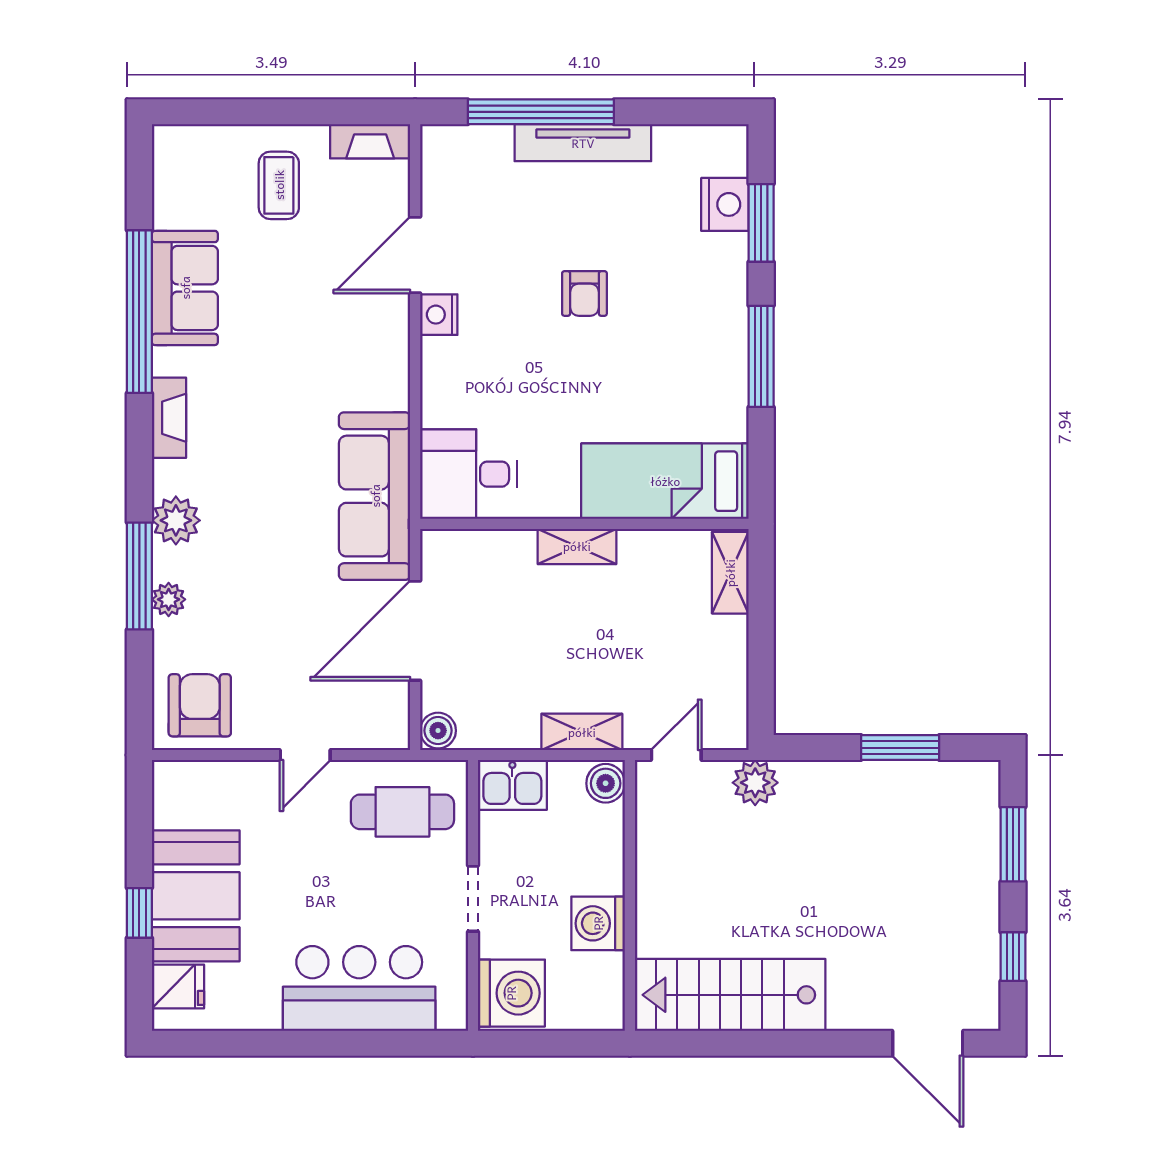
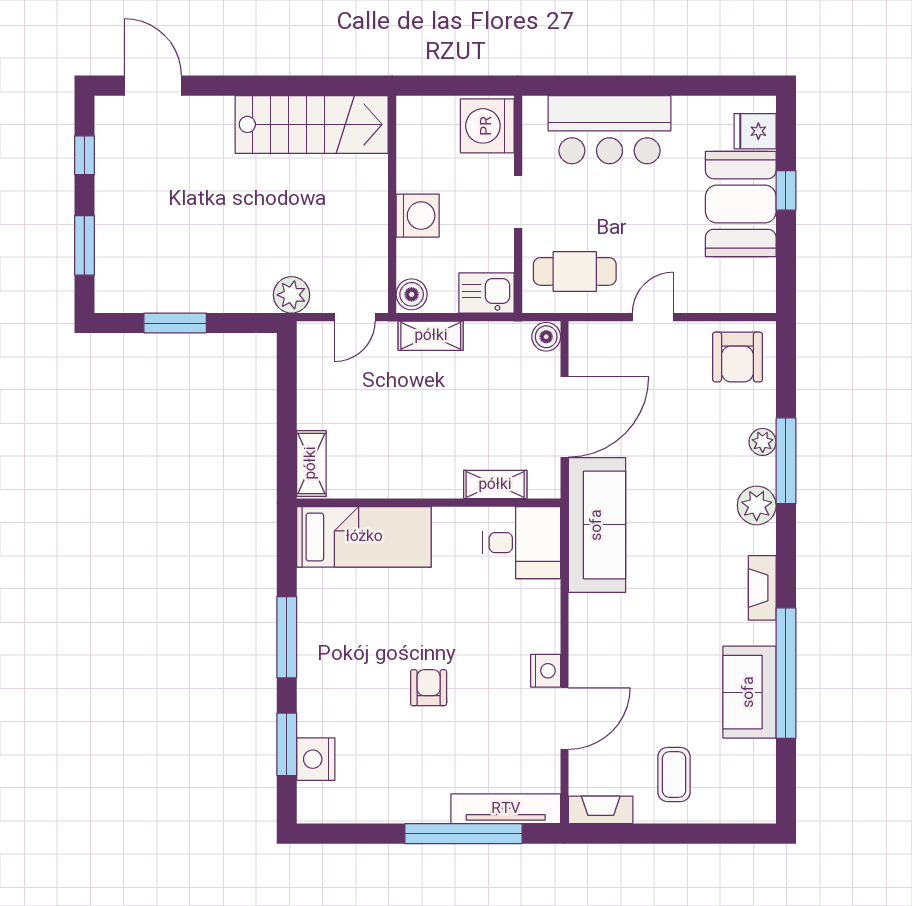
tv unit: (583, 143) -> (506, 809), moved
shelving: (577, 546) -> (495, 485), moved
washing machine: (598, 923) -> (418, 216), moved

